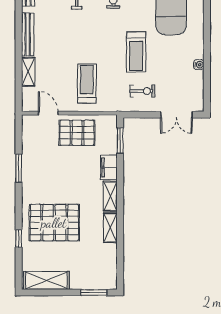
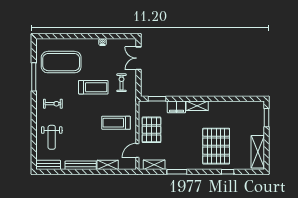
double door: (176, 115) -> (138, 58), swing flipped
shelving: (110, 228) -> (154, 165), moved

